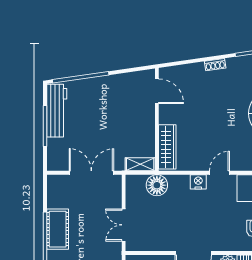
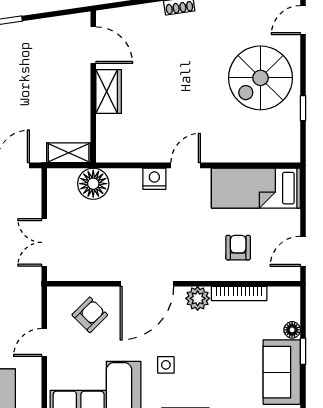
wardrobe: (167, 147) -> (109, 92), moved, width x0.67

